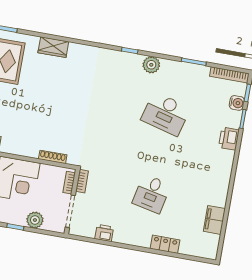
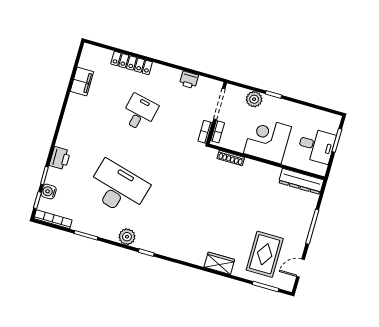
desk: (166, 114) -> (118, 188), width x1.36, depth x1.30
locker: (165, 244) -> (132, 63), width x1.53

